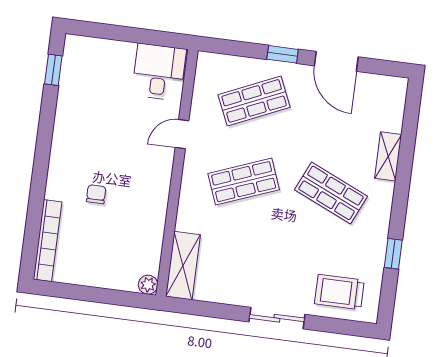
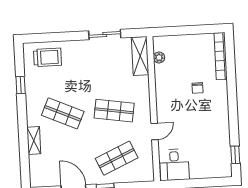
shop shelf: (244, 182) -> (114, 111), turned 30
plant: (148, 285) -> (159, 58), moved
sliding door: (277, 318) -> (105, 34), moved

